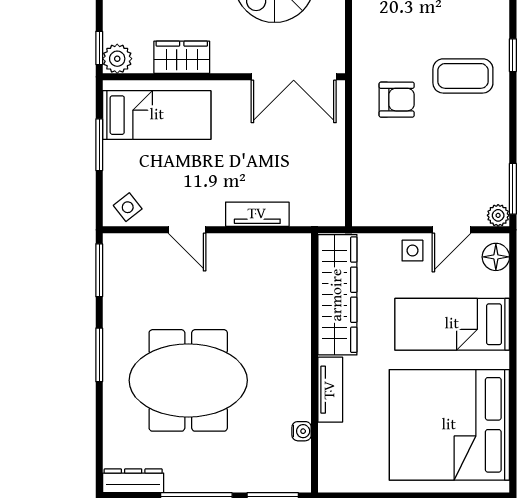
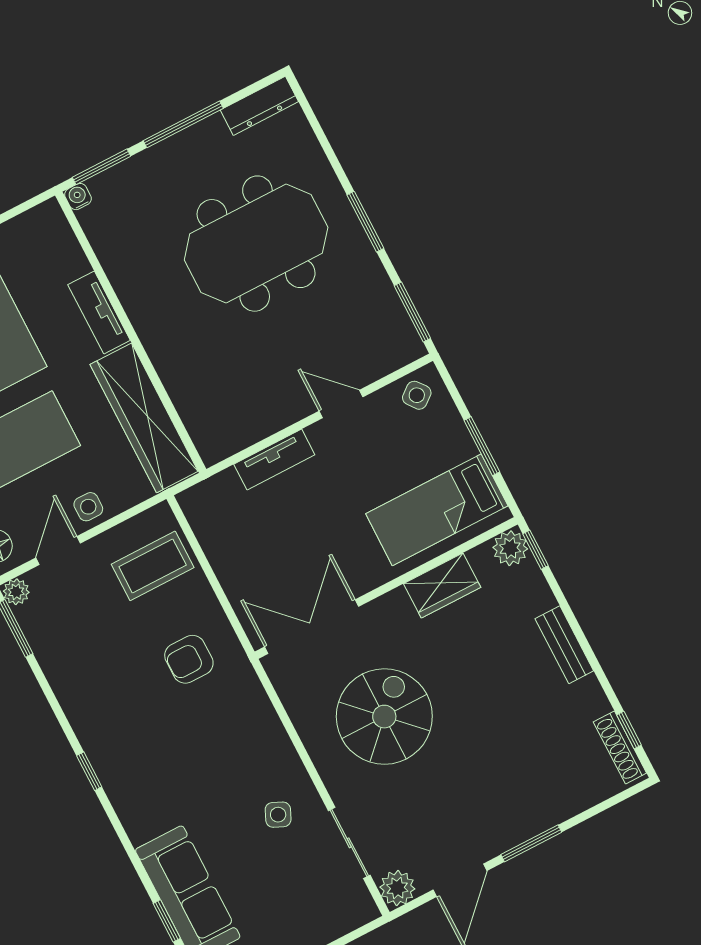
coffee table: (463, 76) -> (153, 566), moved
water cooler: (302, 431) -> (78, 197), moved, turned 90

